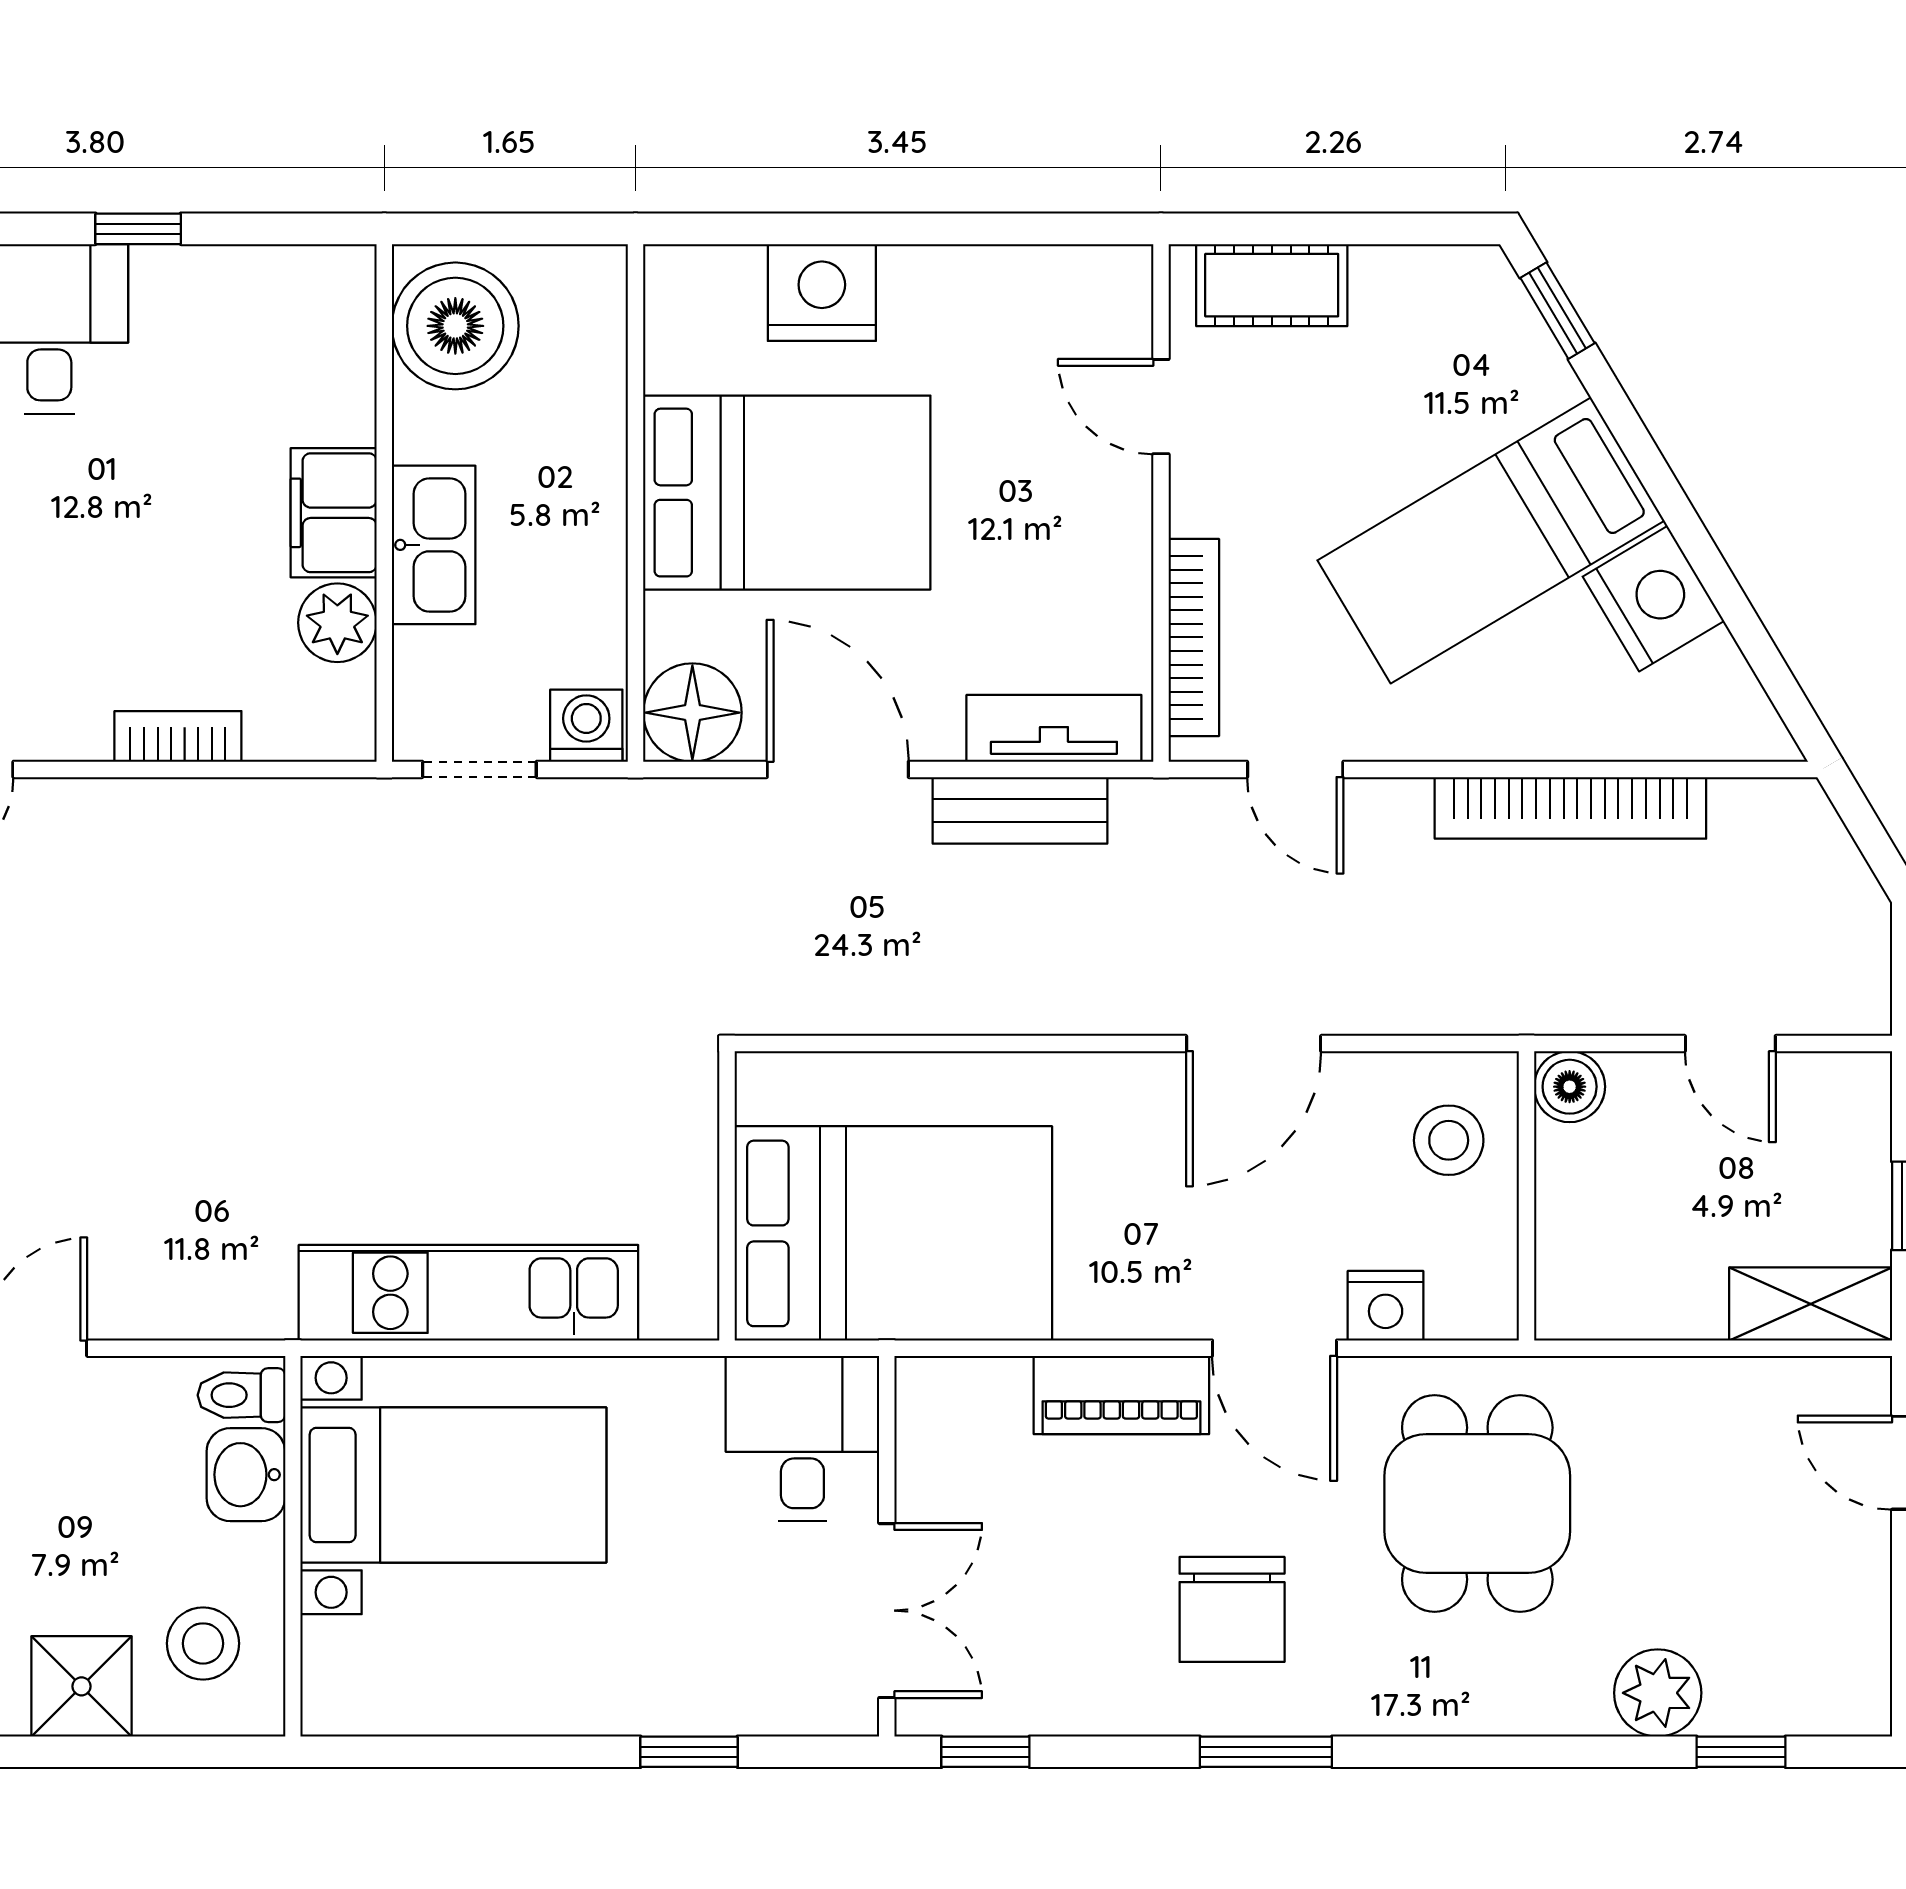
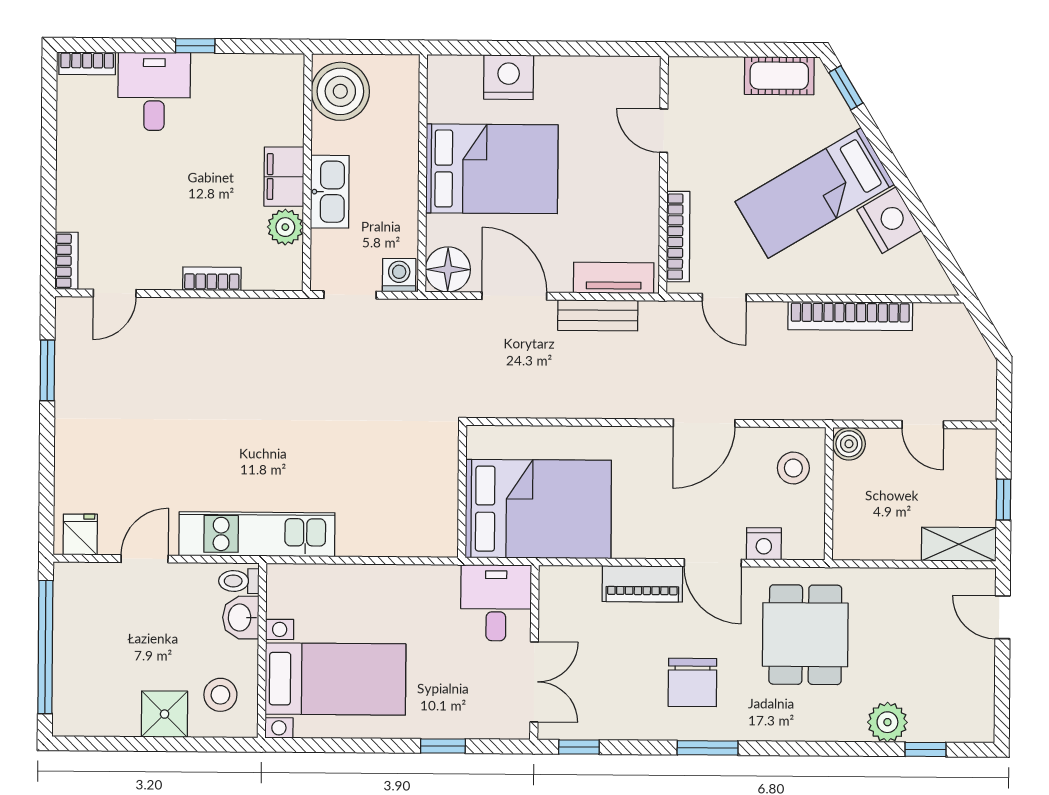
cot: (1272, 285) -> (779, 76), moved
kitchen unit: (468, 1293) -> (257, 534), moved
bed with nightstands: (453, 1485) -> (335, 679), moved

